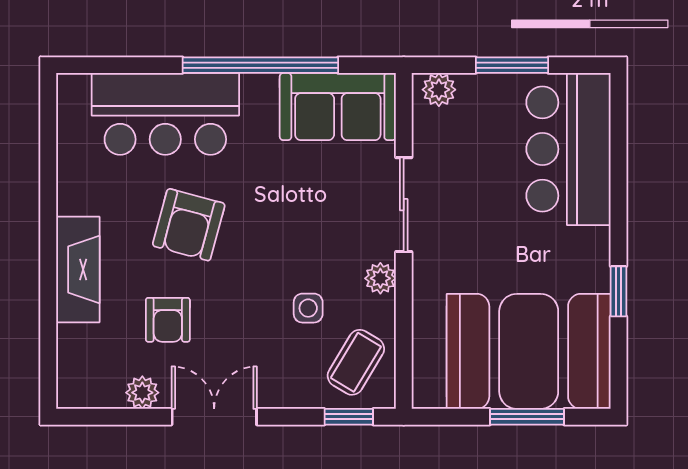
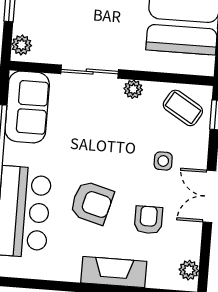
side table: (308, 308) -> (163, 161), moved
armchair: (168, 320) -> (148, 220), turned -90
plant: (142, 393) -> (189, 270), moved

